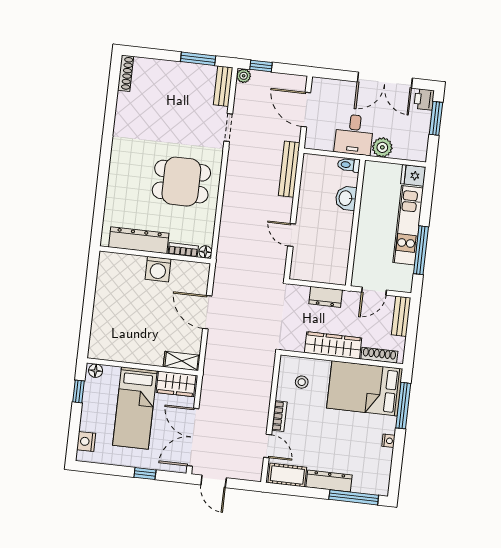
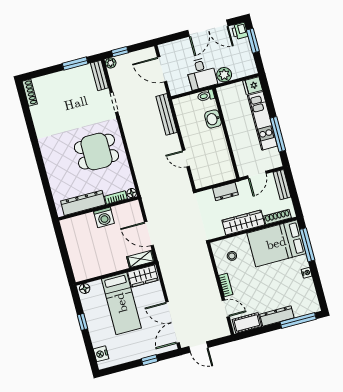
shelving: (182, 361) -> (141, 259), moved
wall: (142, 367) -> (116, 273), moved
floor lamp: (96, 371) -> (85, 289), moved
wardrobe: (176, 384) -> (143, 276), moved
bed: (135, 408) -> (121, 303), moved

